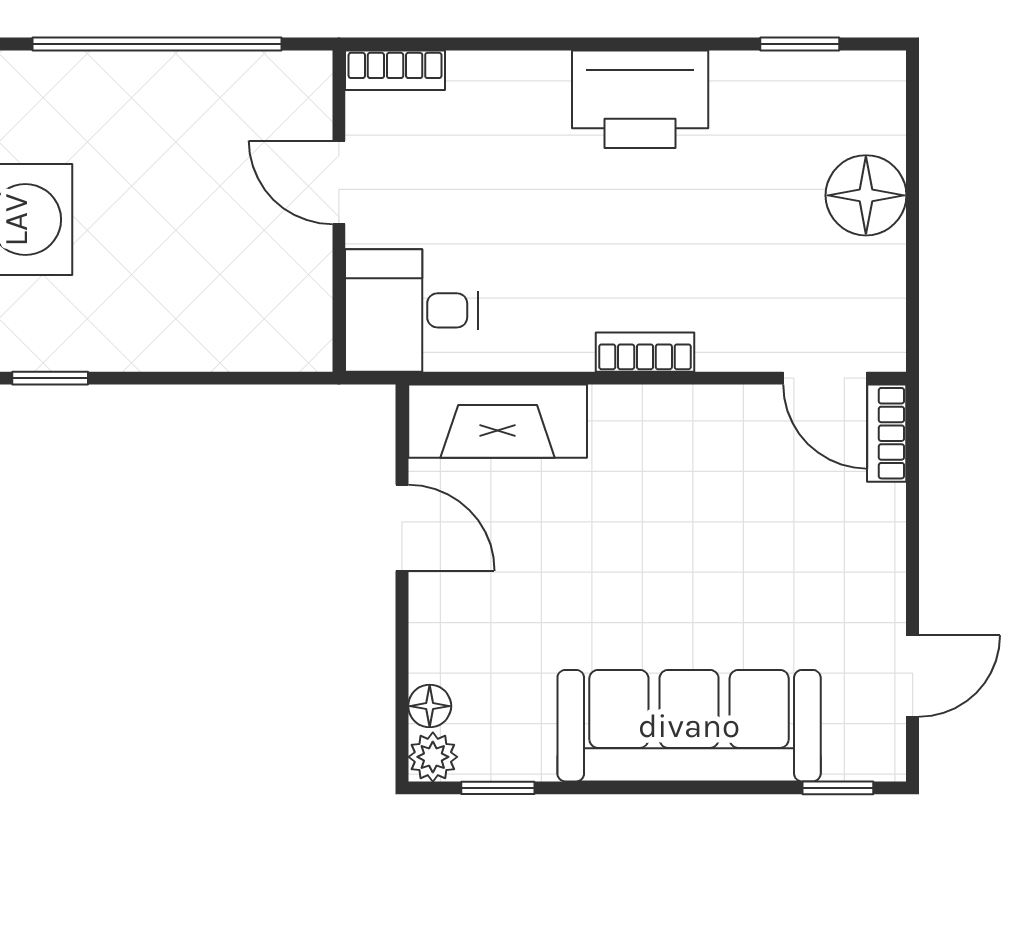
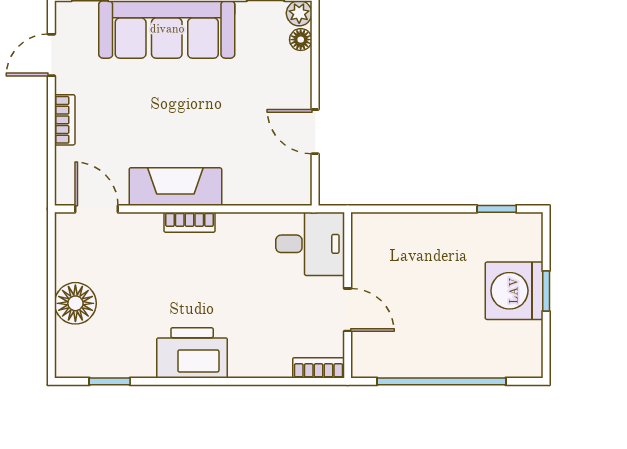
fireplace: (498, 421) -> (175, 187), moved
bookcase: (887, 433) -> (65, 120), moved

